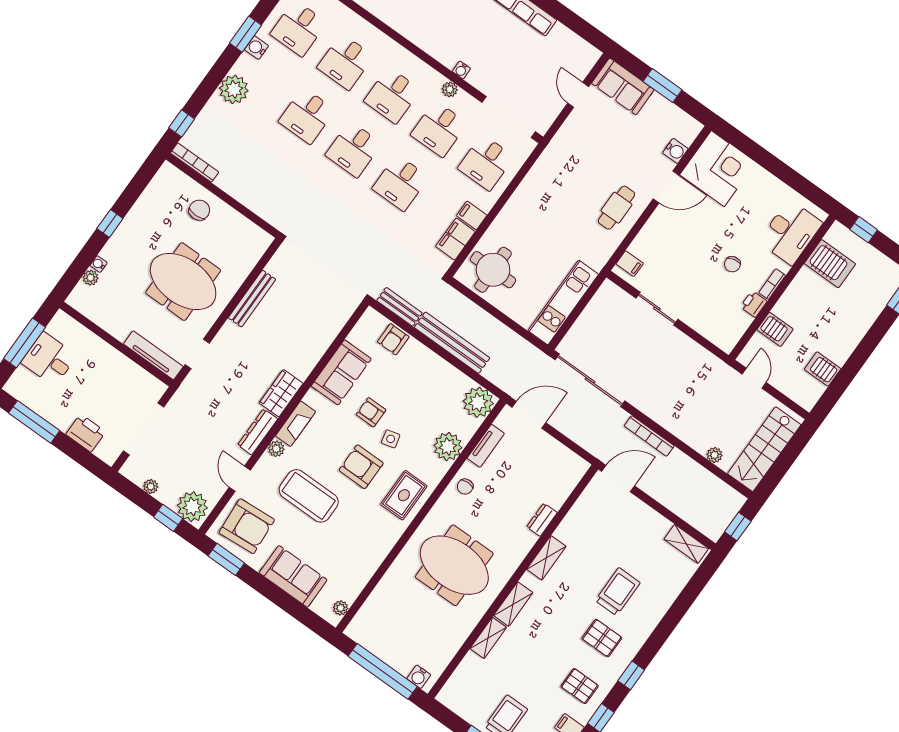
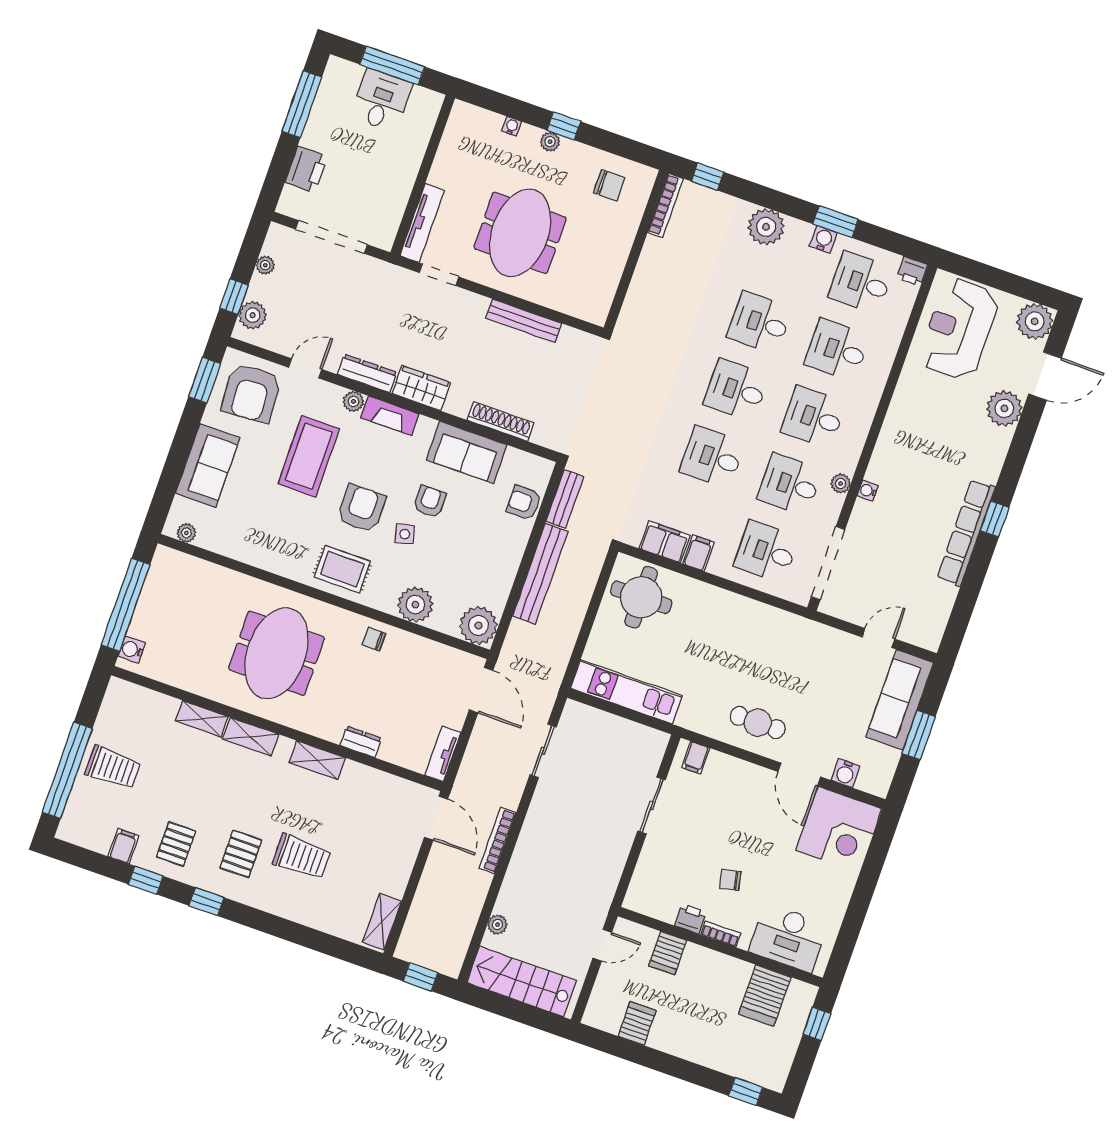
sofa: (623, 86) -> (900, 700), width x1.36
chair: (199, 210) -> (609, 185), moved
plant: (91, 278) -> (550, 142), moved
shoe rack: (325, 339) -> (500, 421), added
sliding door: (590, 380) -> (543, 751), width x0.54
tv unit: (486, 446) -> (443, 754), moved, turned 90
plant: (192, 507) -> (253, 315), width x0.73, depth x0.73

